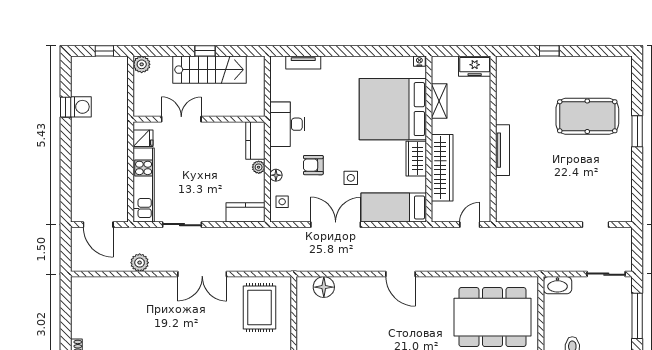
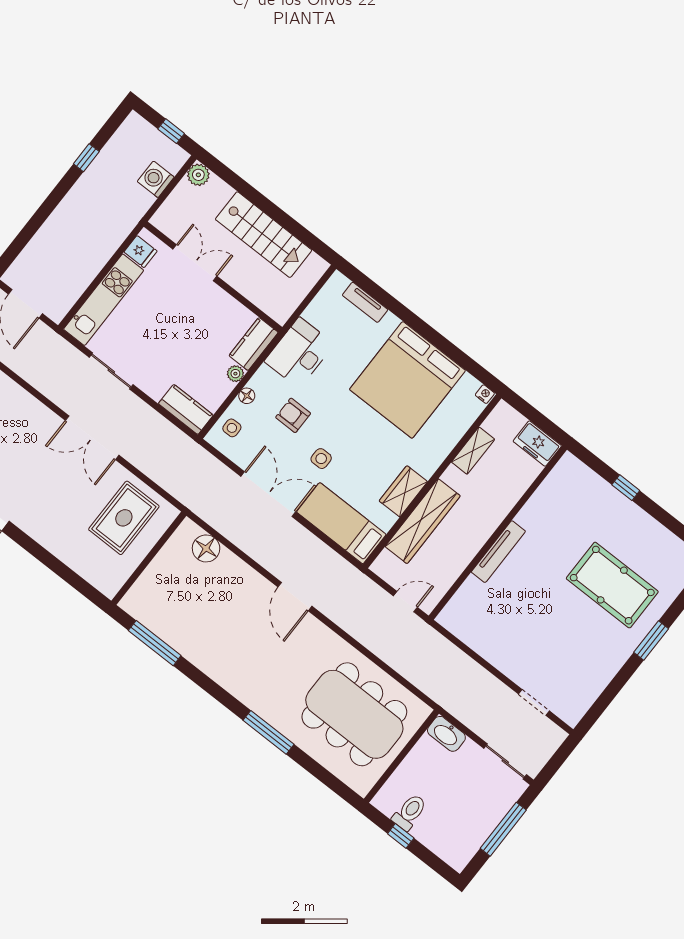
window: (205, 51) -> (274, 212), removed
washing machine: (81, 107) -> (156, 179), moved, turned 180
bed: (393, 109) -> (407, 380), moved, turned -90
plant: (140, 263) -> (37, 376), removed

